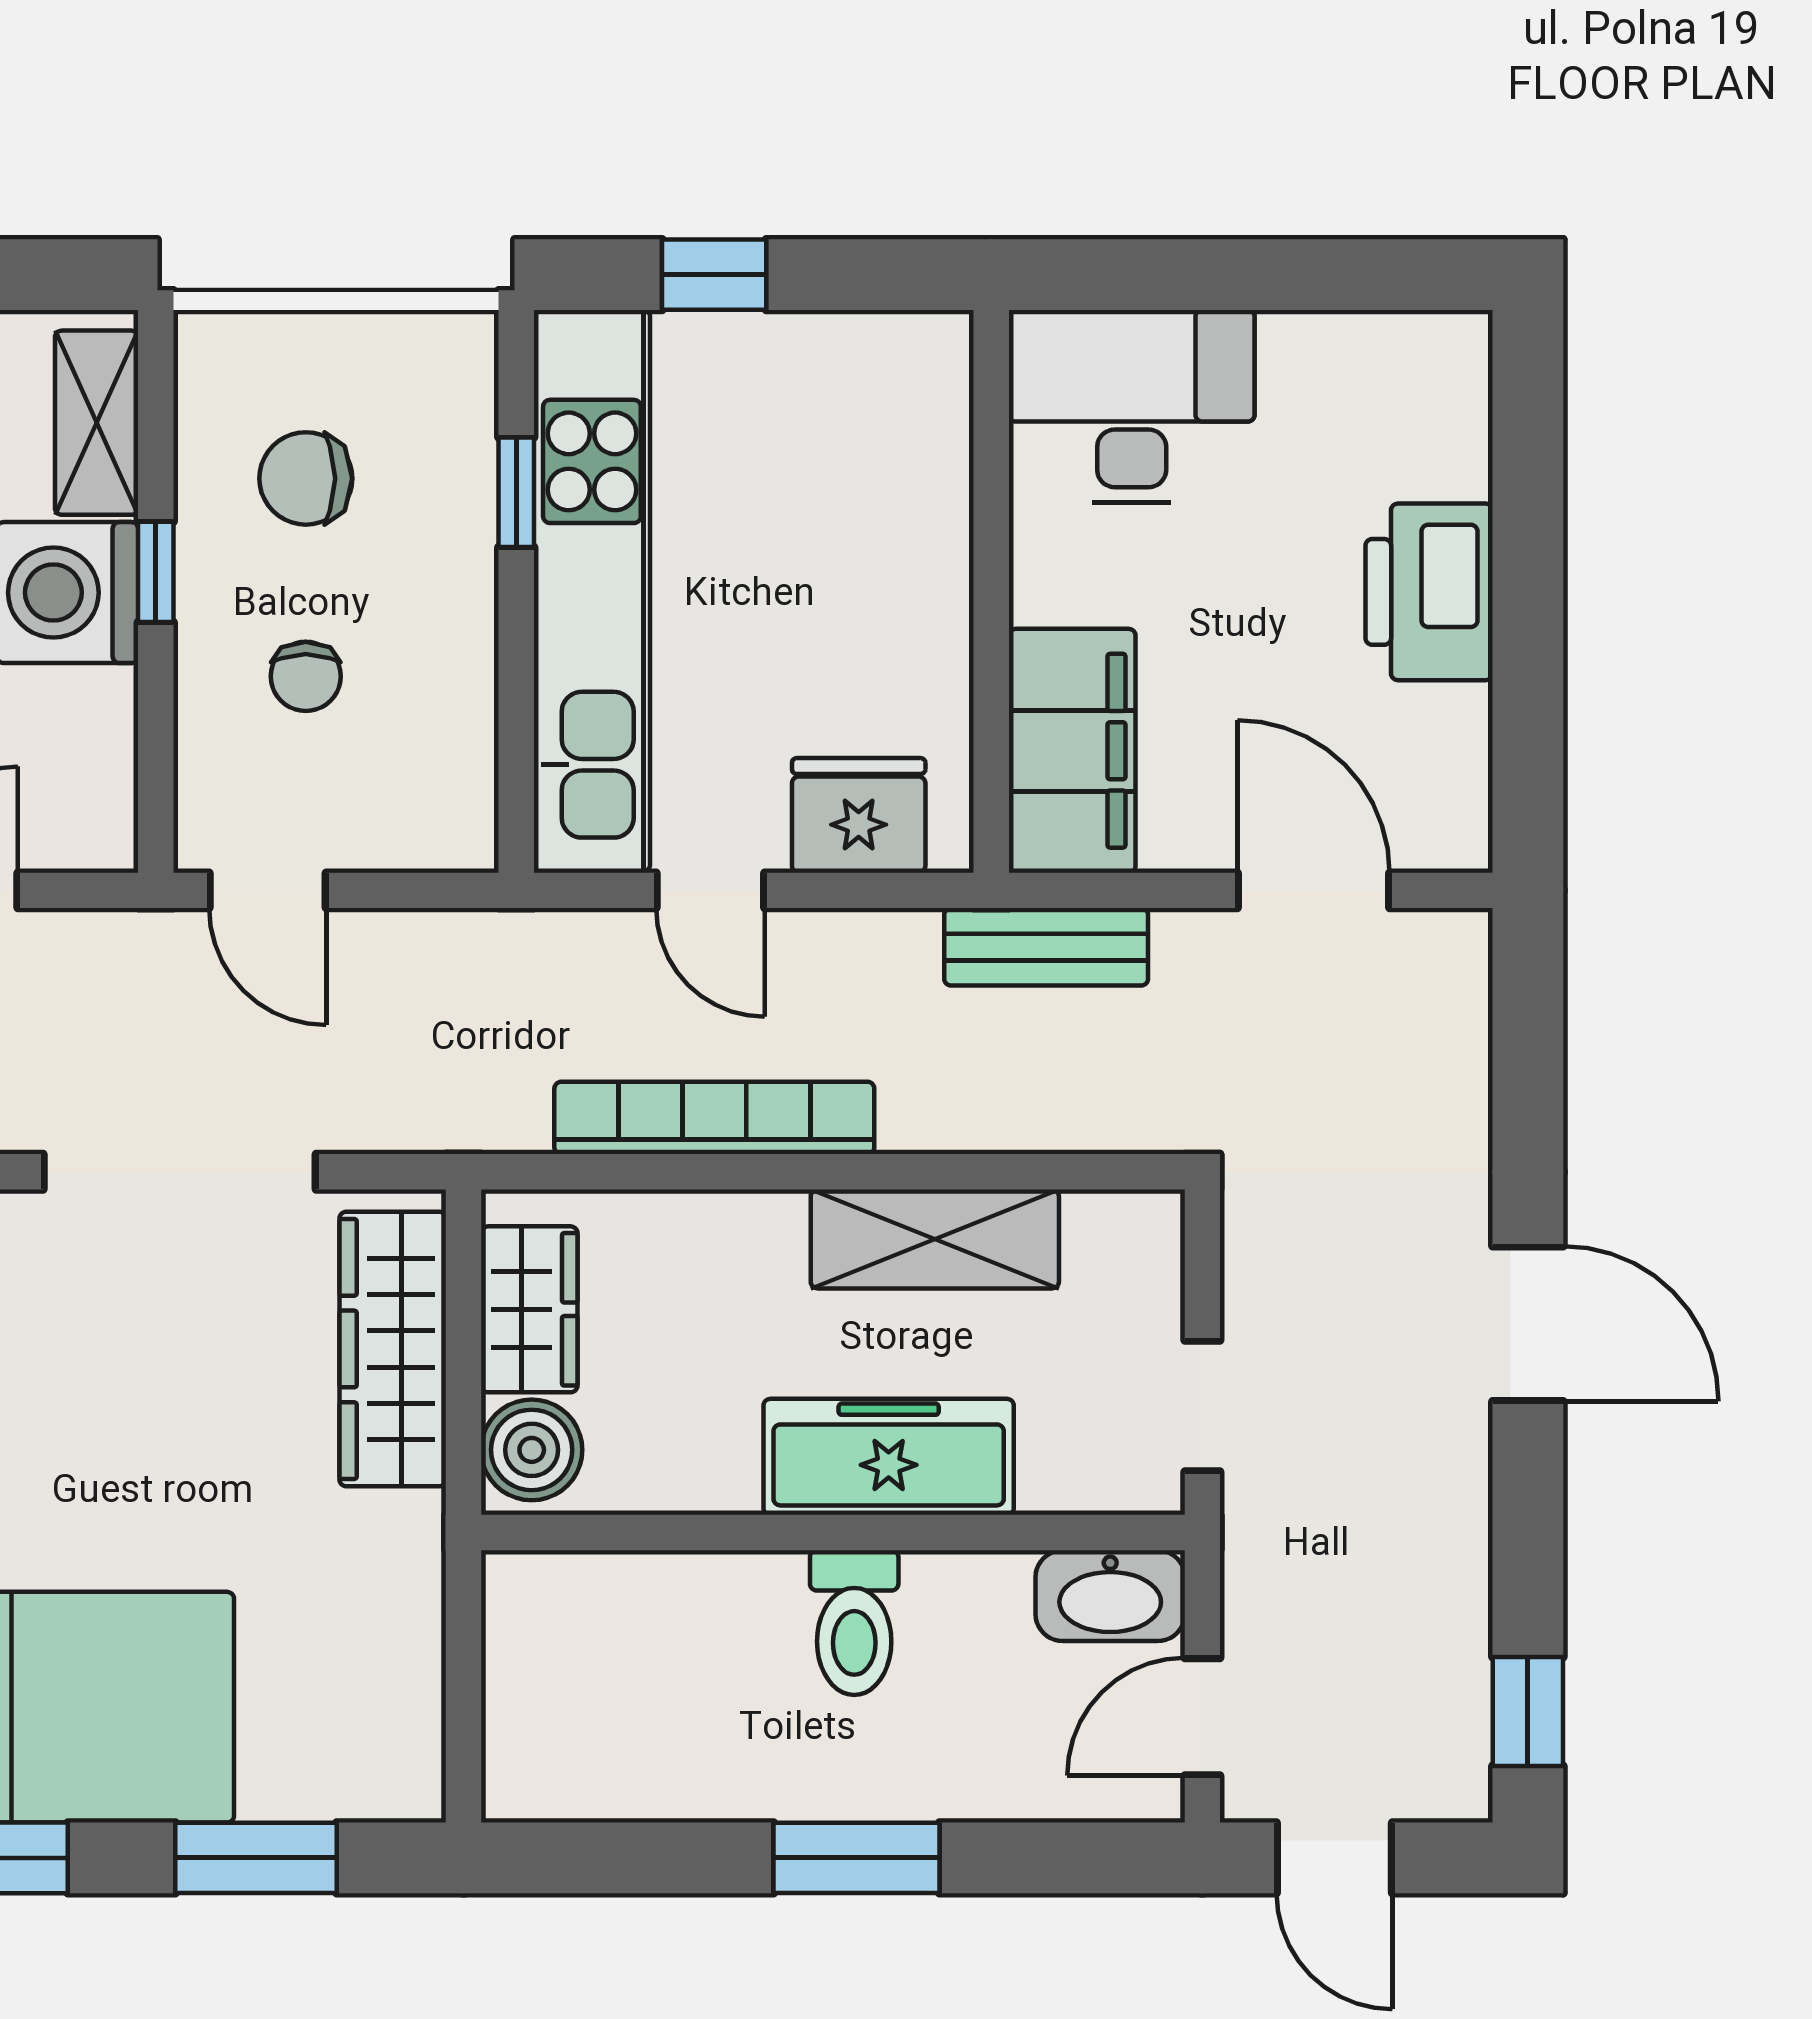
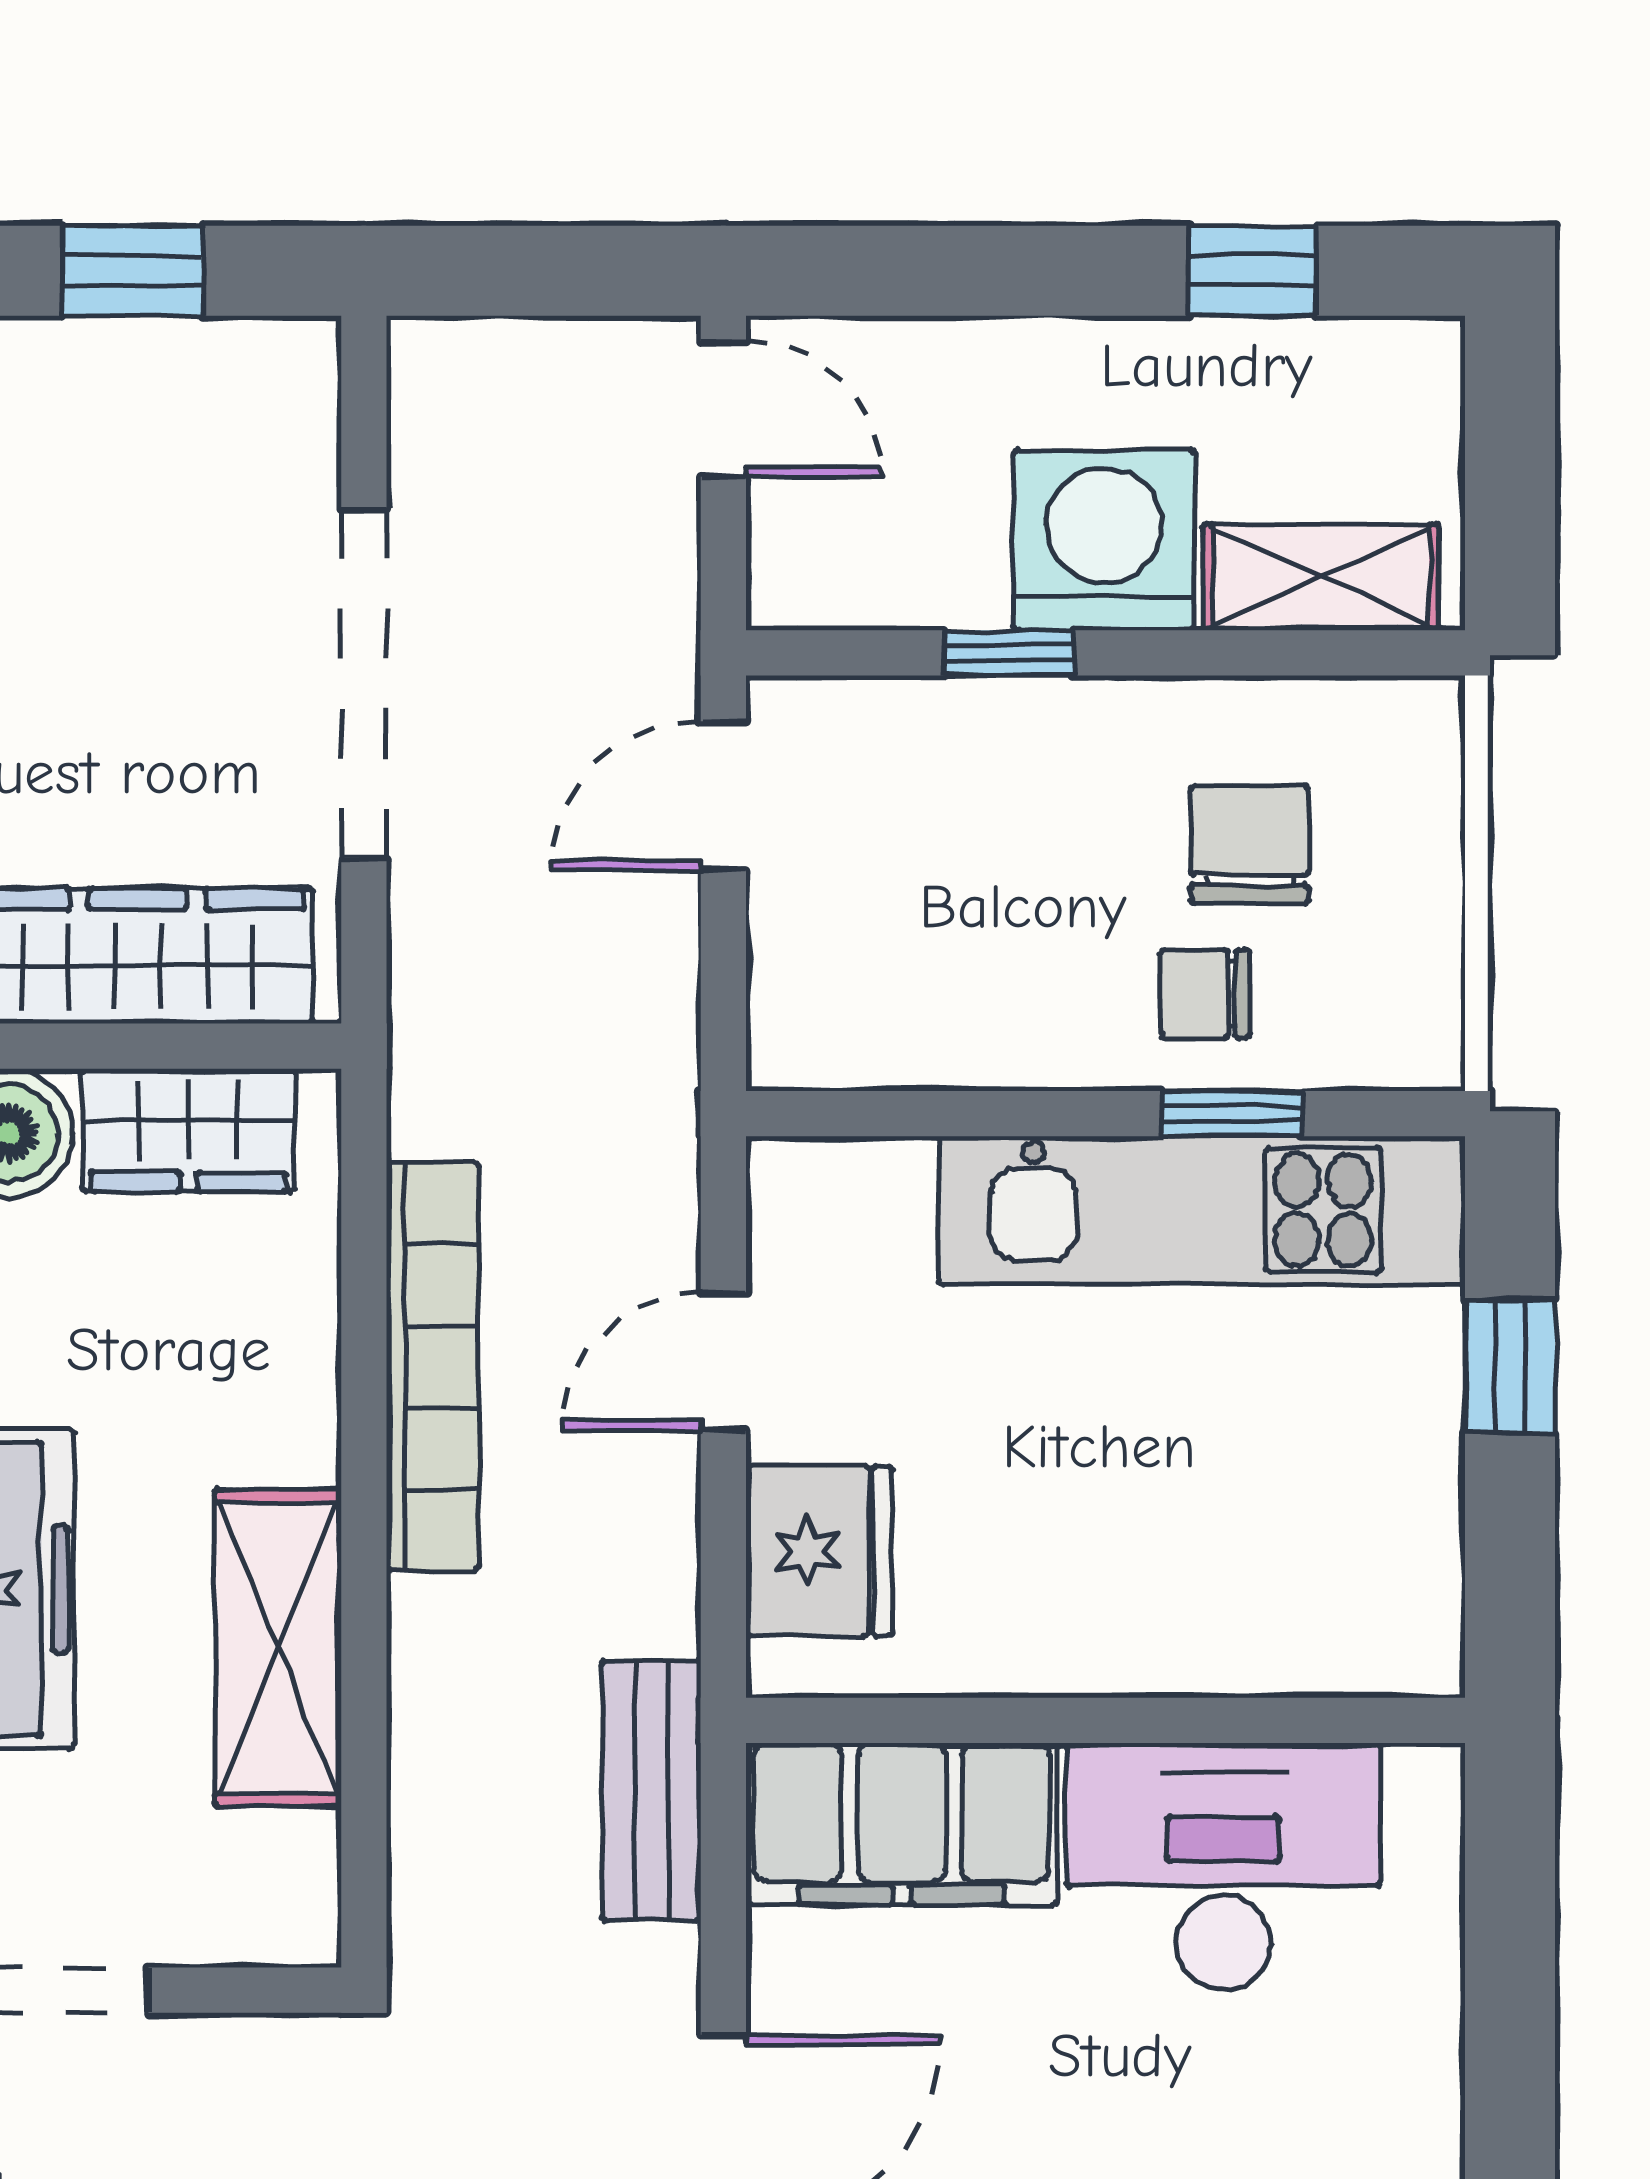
desk: (1132, 406) -> (1224, 1866), moved, turned -90
window: (156, 572) -> (1009, 653), moved
kitchen unit: (592, 591) -> (1202, 1210), width x0.73
chair: (306, 676) -> (1205, 994), moved

